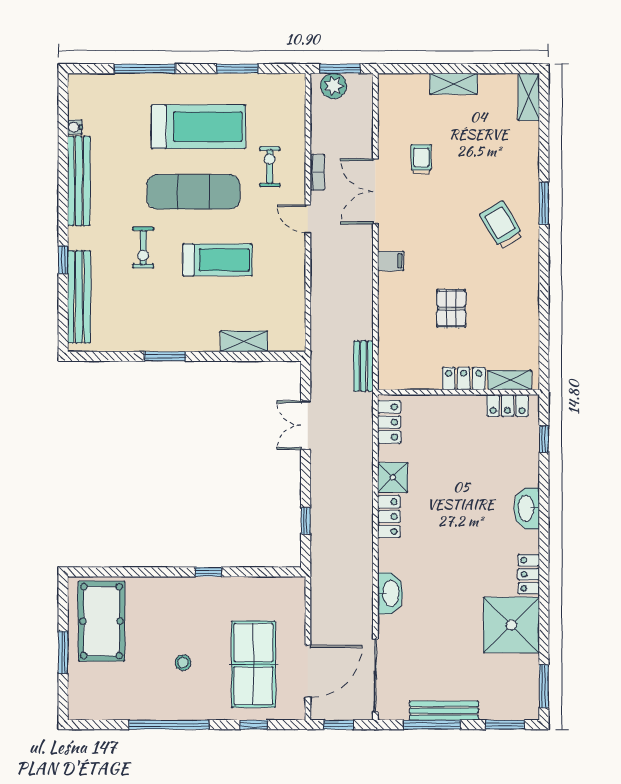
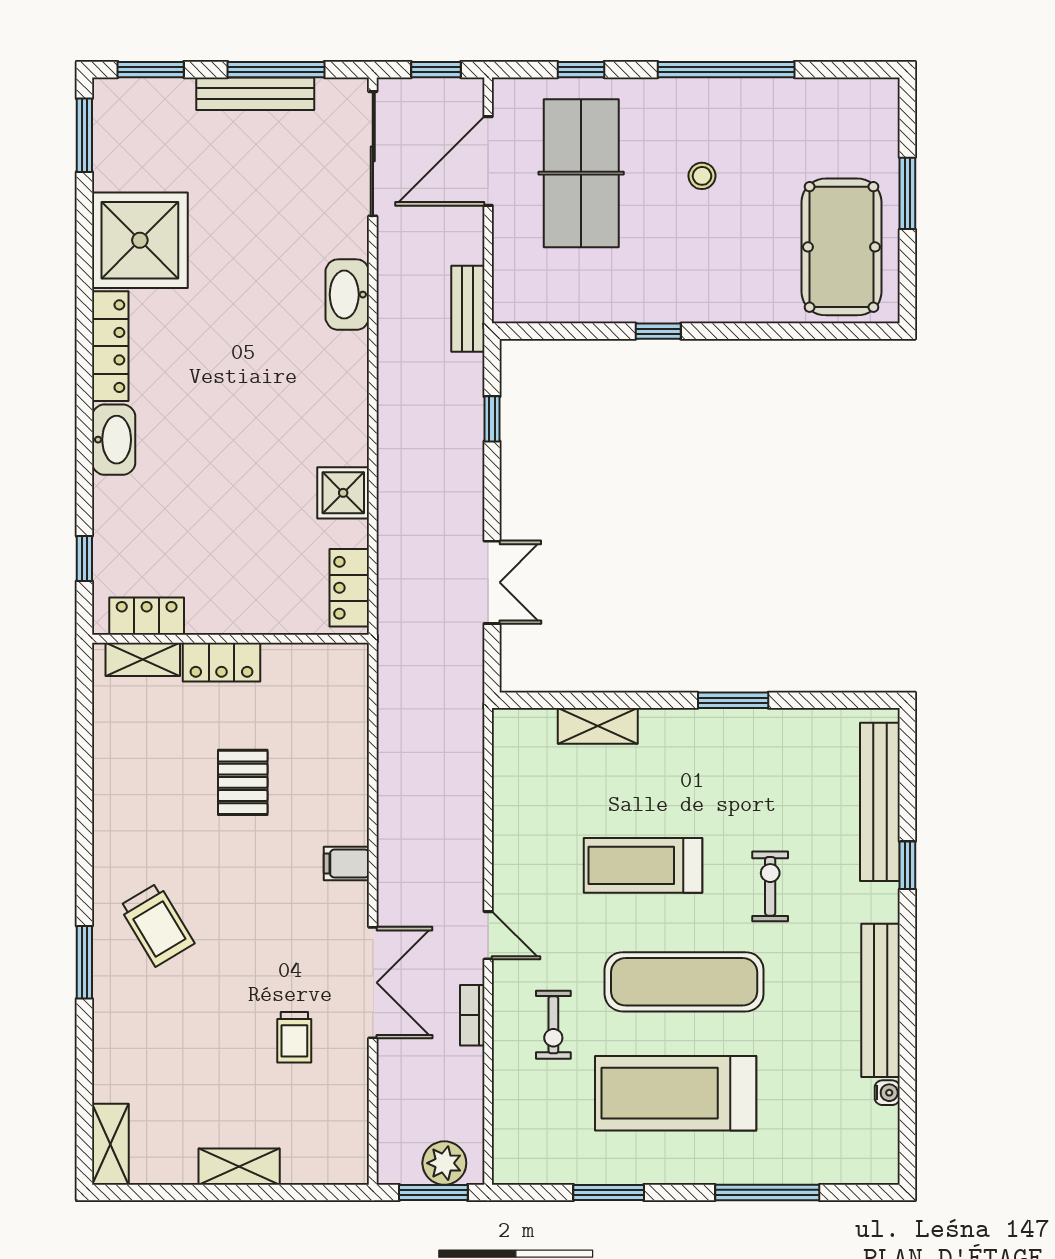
bench: (363, 366) -> (468, 309), moved
locker: (389, 517) -> (350, 426), removed
locker: (529, 574) -> (110, 346), width x1.53

